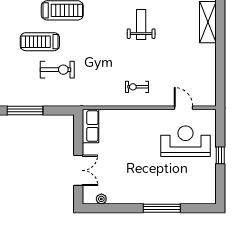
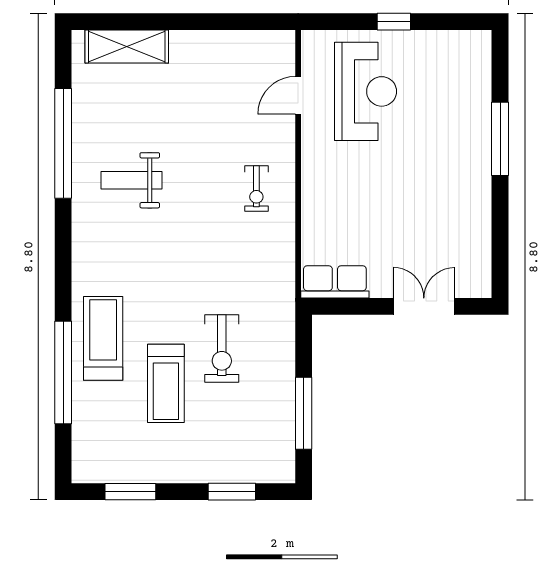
exercise bike: (57, 70) -> (222, 349), turned 180
reception desk: (185, 141) -> (366, 91), turned 180
plant: (101, 199) -> (481, 260), removed

